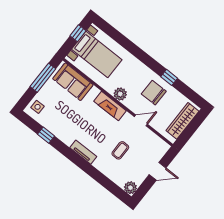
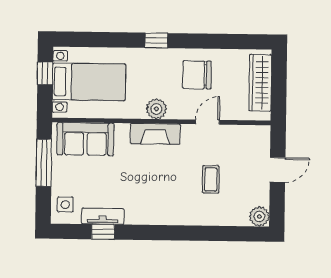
window: (169, 77) -> (156, 40), moved
tv unit: (83, 152) -> (103, 216), moved

